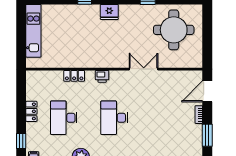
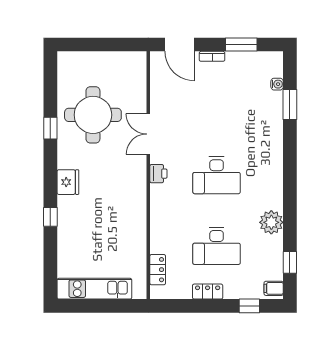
round table: (174, 30) -> (93, 115), moved
locker: (74, 76) -> (158, 270), moved
printer: (102, 76) -> (158, 174), moved

